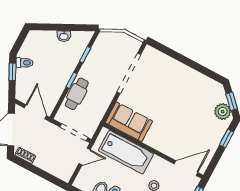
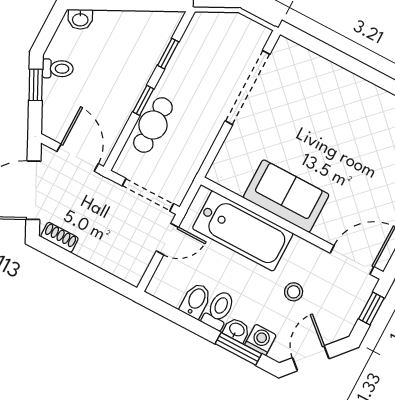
washbasin: (64, 36) -> (80, 19), moved
sofa: (129, 122) -> (286, 196), moved

